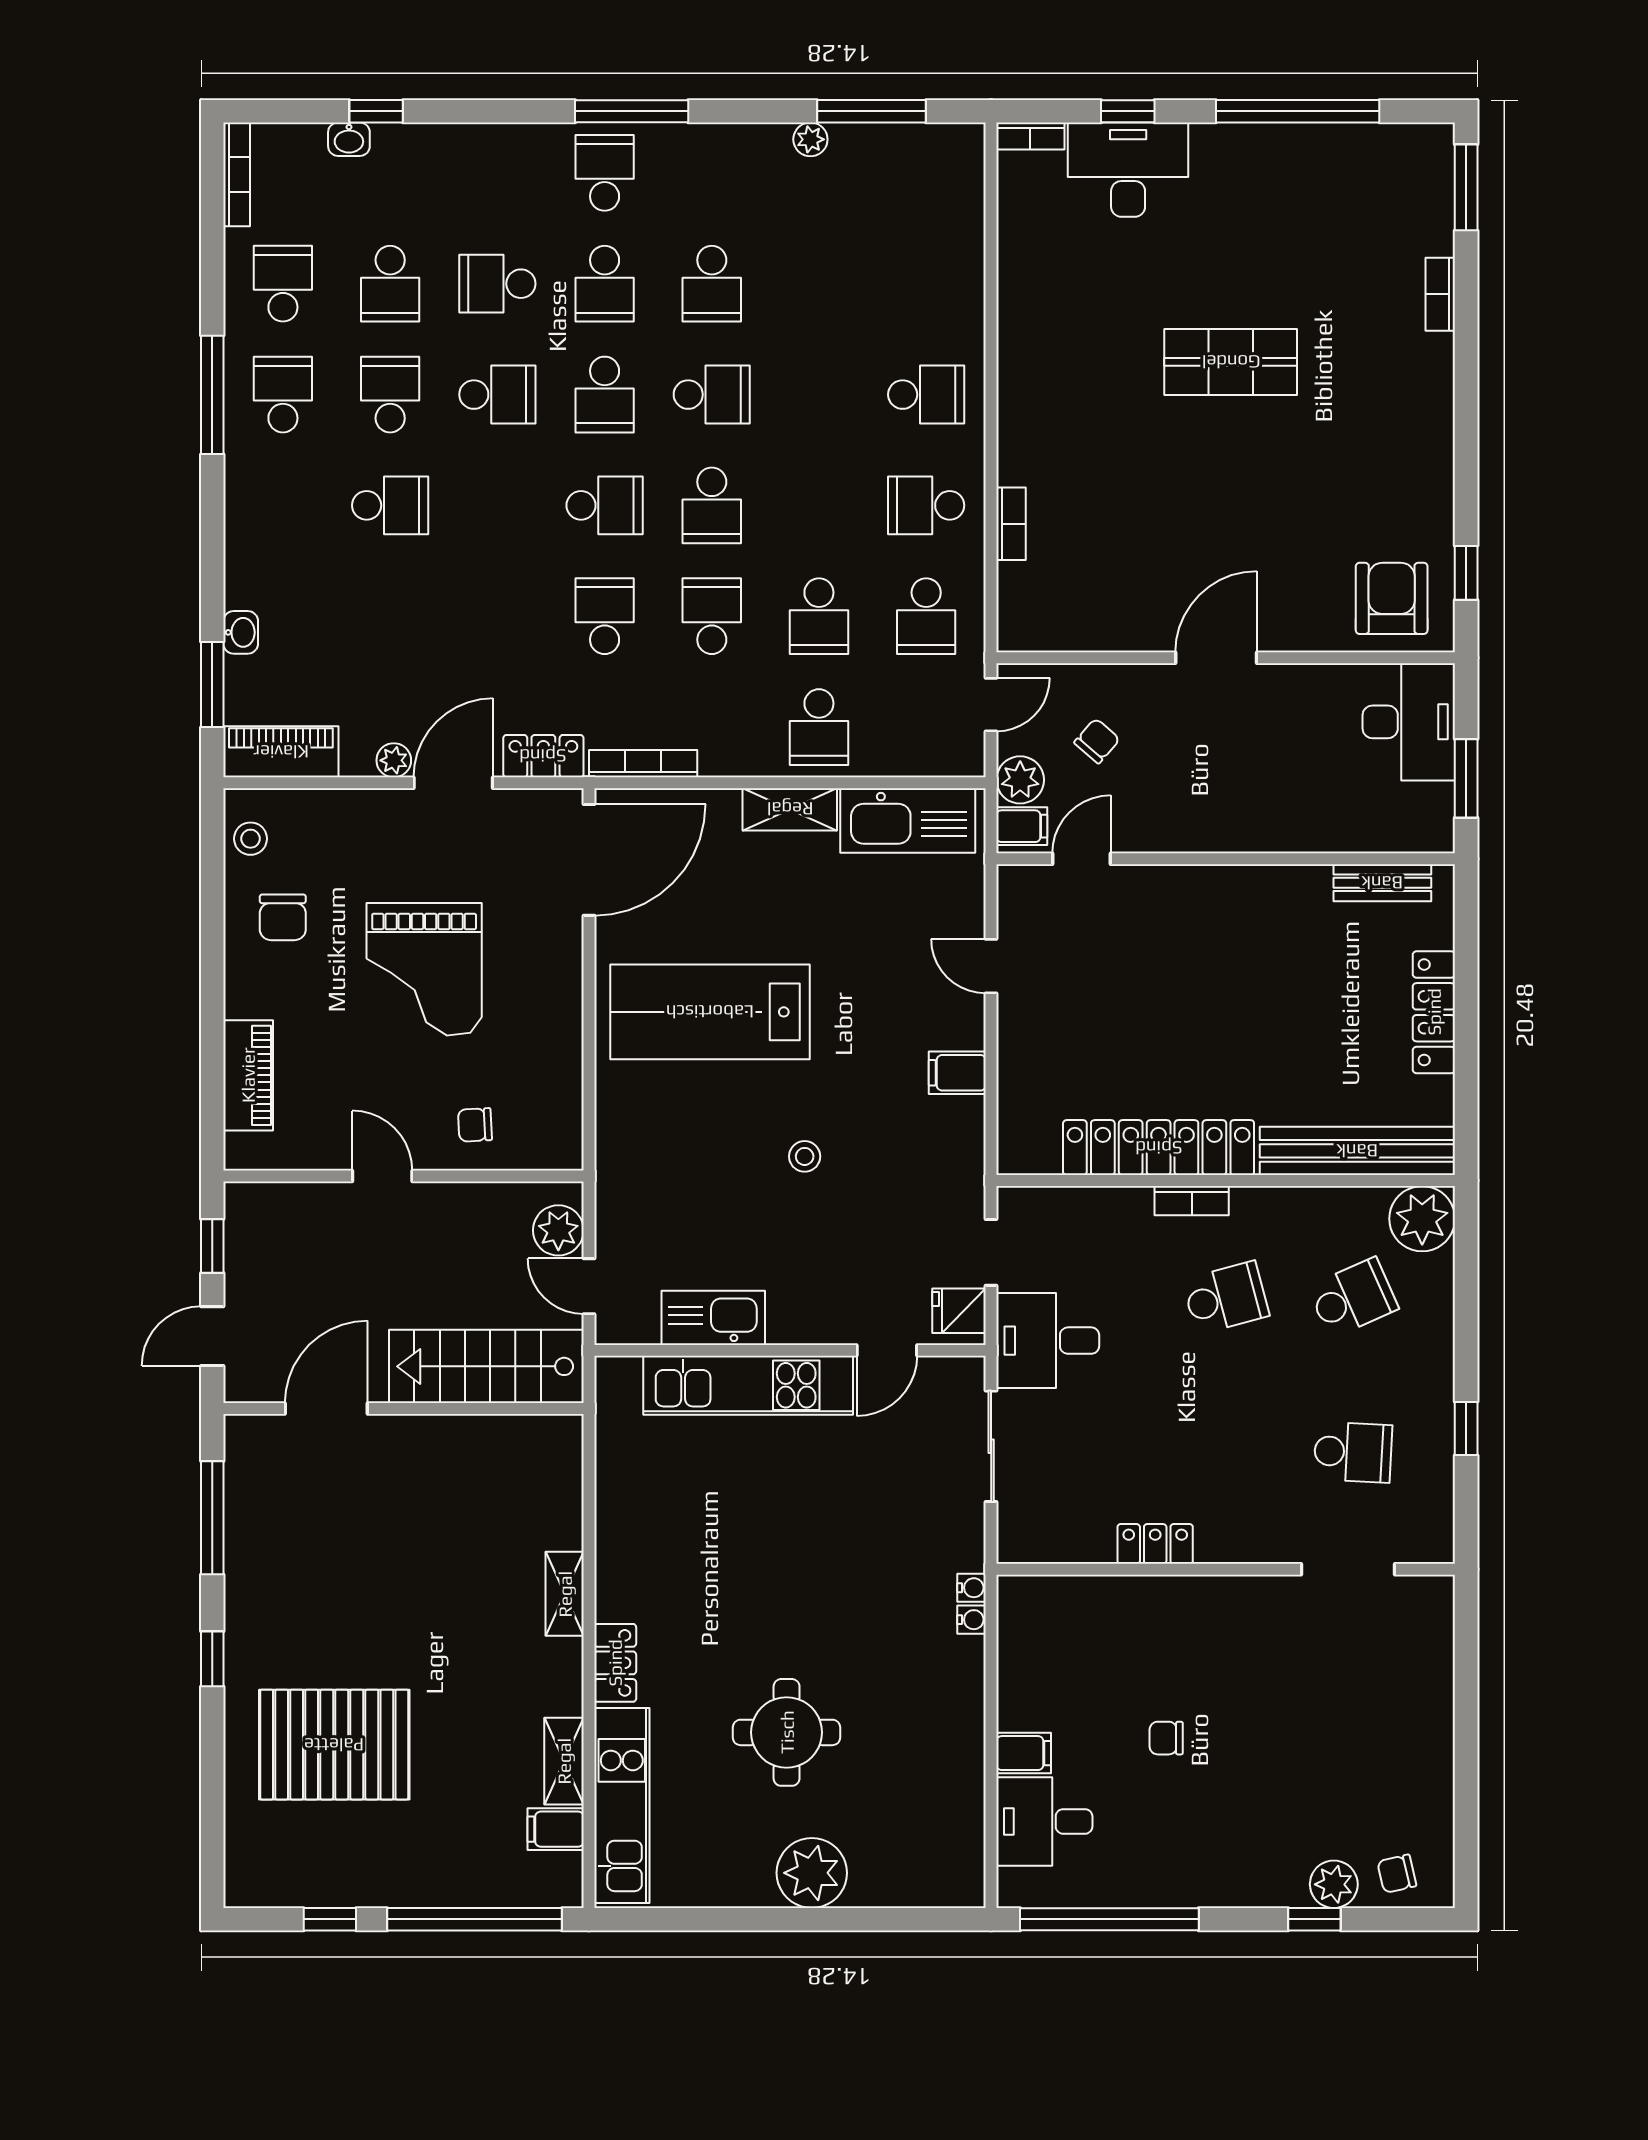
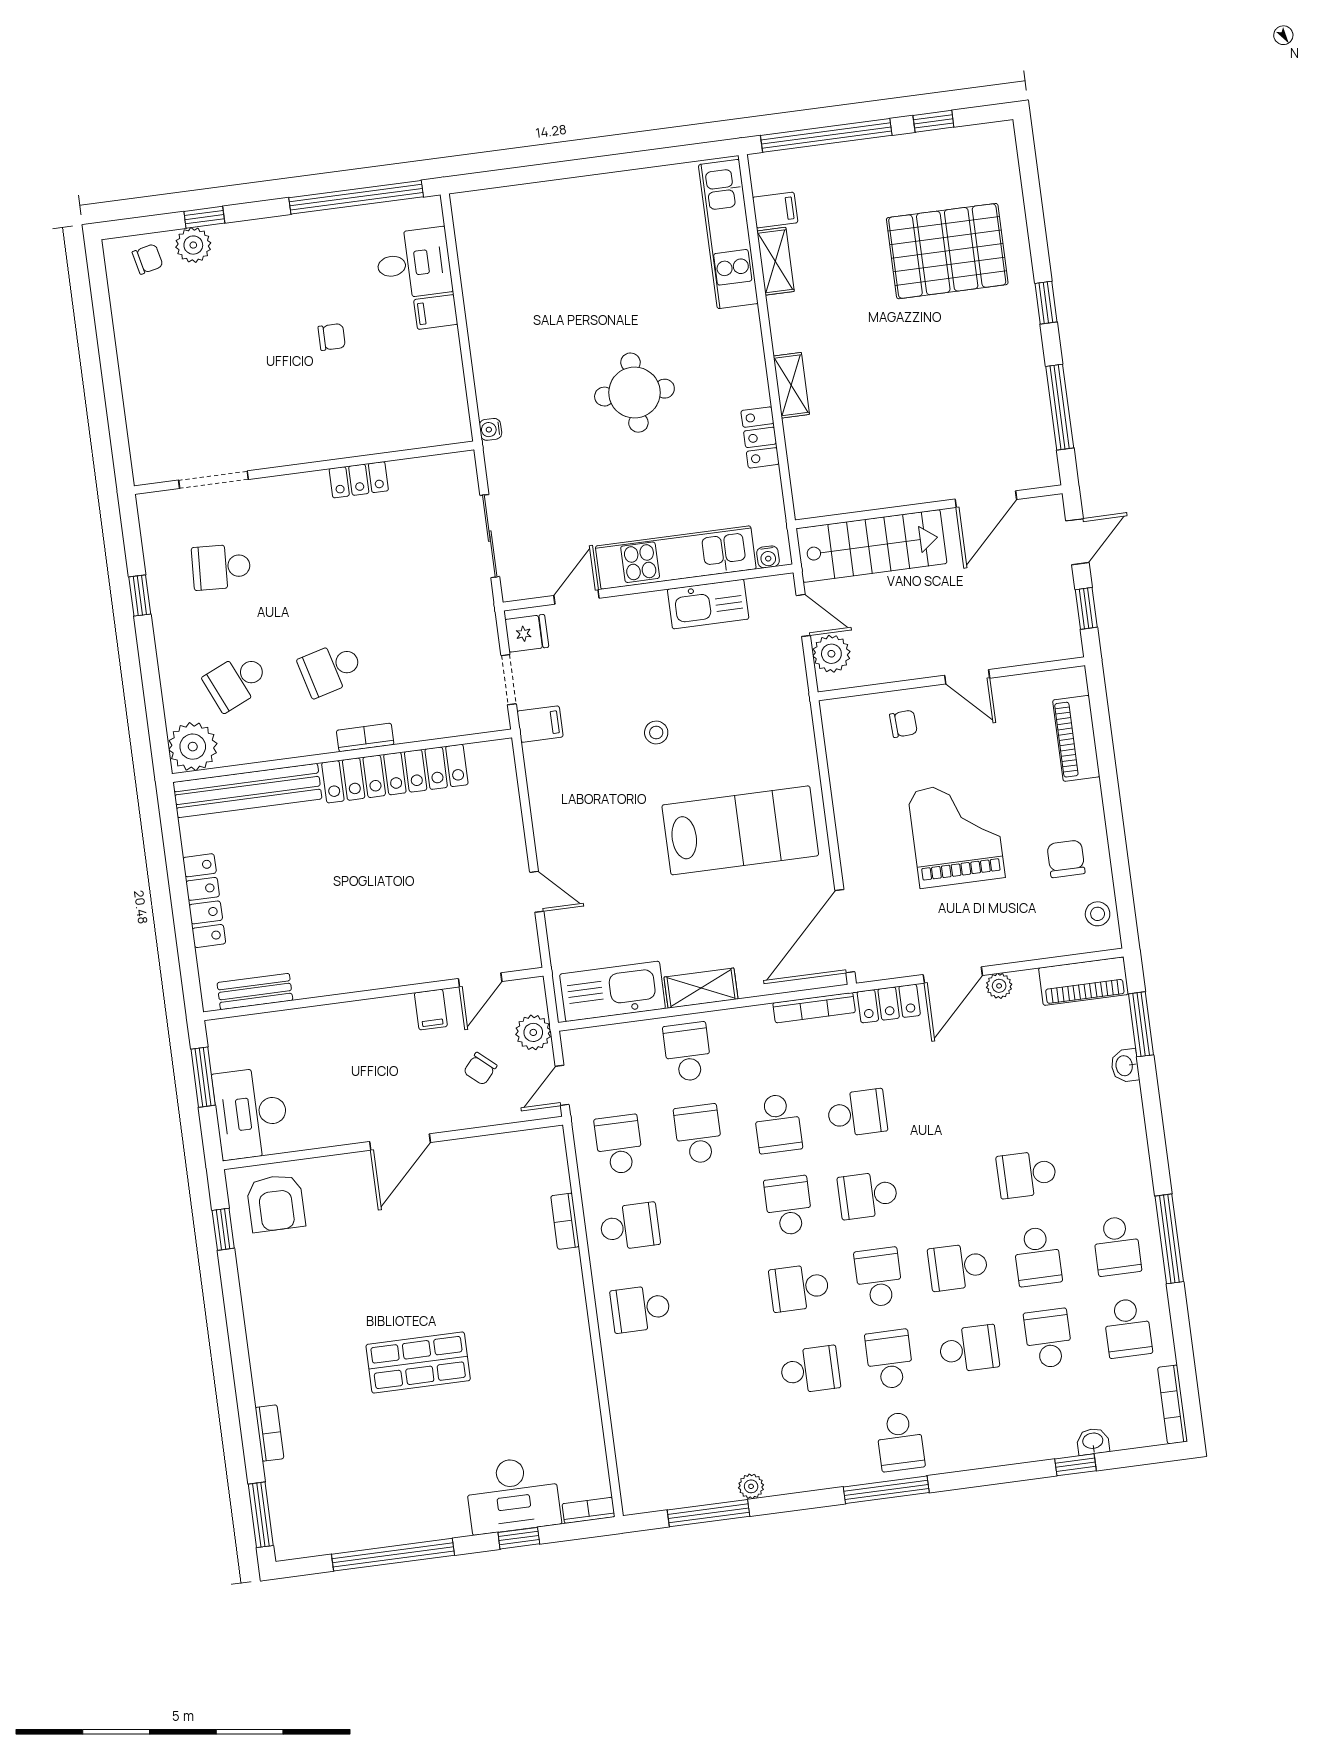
school desk: (712, 284) -> (810, 1370), turned 90
school desk: (605, 616) -> (857, 1113), turned -90
filing cabinet: (1022, 826) -> (431, 1010), moved, turned -90
filing cabinet: (957, 1073) -> (540, 724), moved
desk: (1048, 1341) -> (458, 620), removed
water cooler: (972, 1620) -> (768, 557), moved, turned -90
locker: (615, 1663) -> (760, 437), moved
round table: (787, 1732) -> (634, 393), moved
plant: (812, 1873) -> (581, 203), removed

